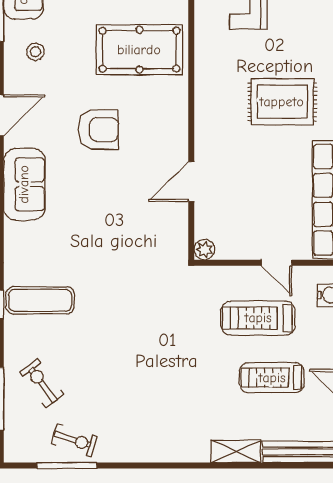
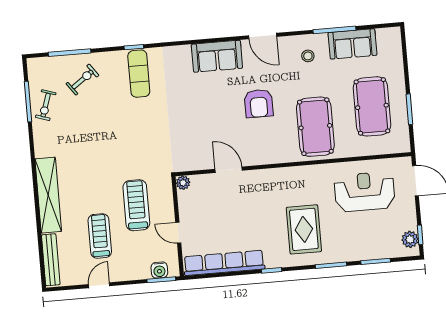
rug: (282, 102) -> (304, 229), moved
door: (277, 263) -> (178, 233), hinge flipped
treadmill: (258, 318) -> (136, 205), moved
shelving: (236, 451) -> (48, 195), width x2.20, depth x1.33

